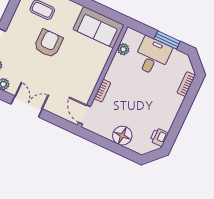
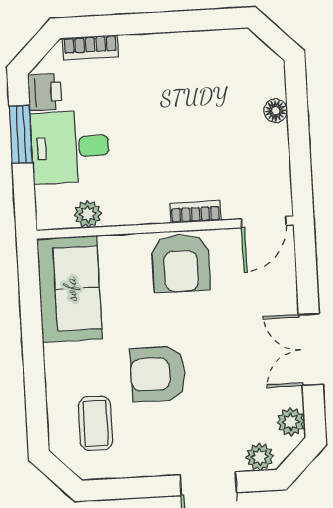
armchair: (86, 75) -> (181, 263), added
floor lamp: (122, 136) -> (276, 111), width x0.53, depth x0.53
printer: (159, 137) -> (45, 92), moved, turned -90

